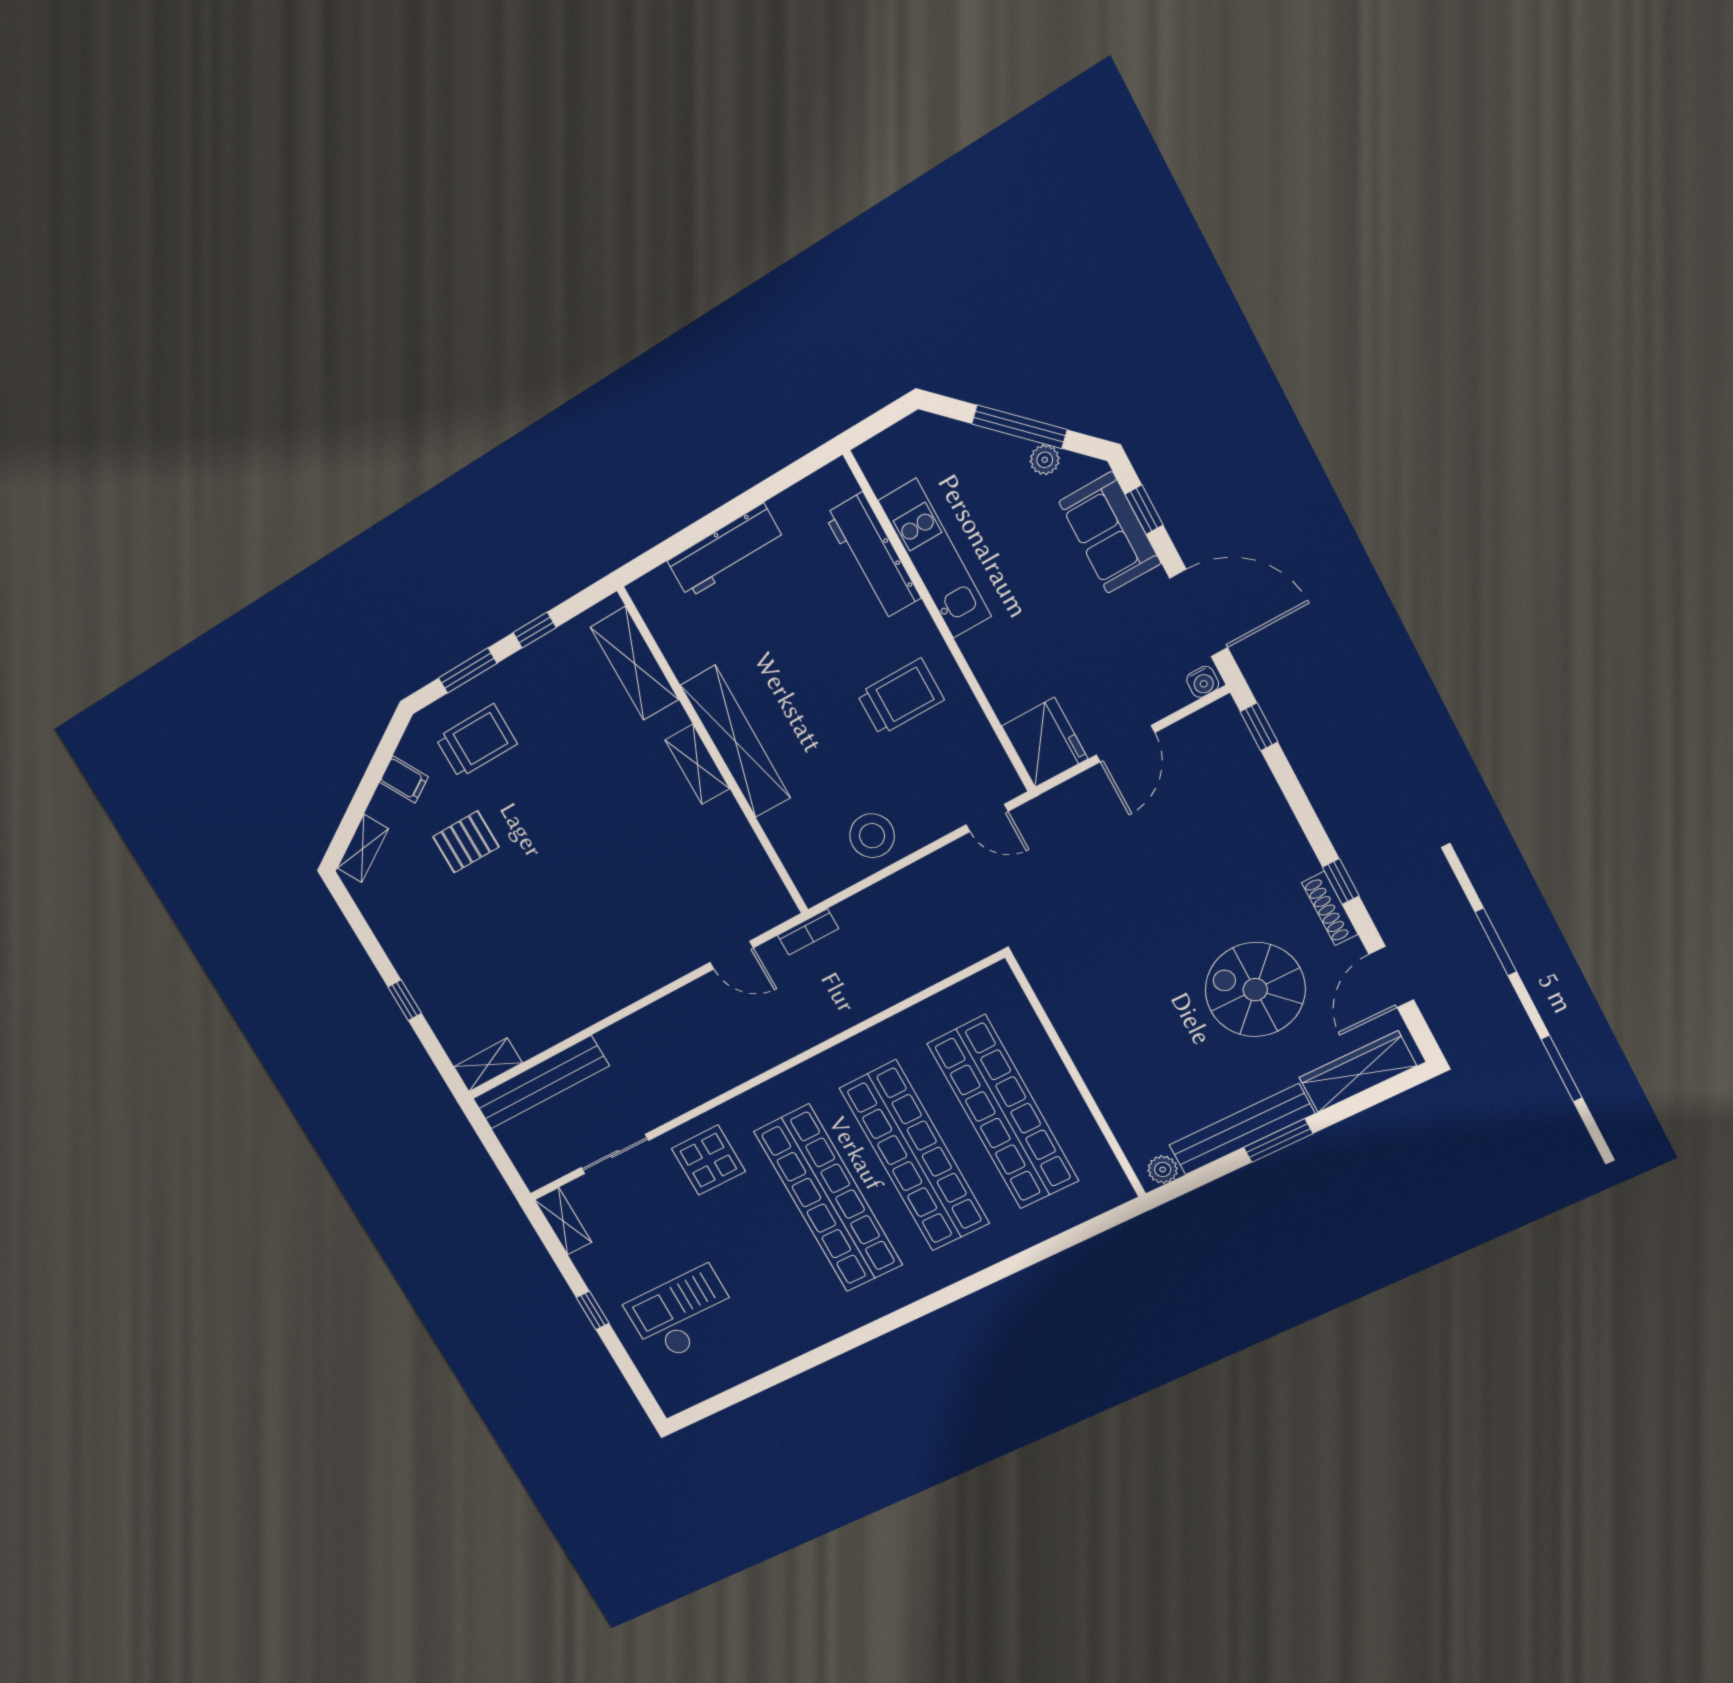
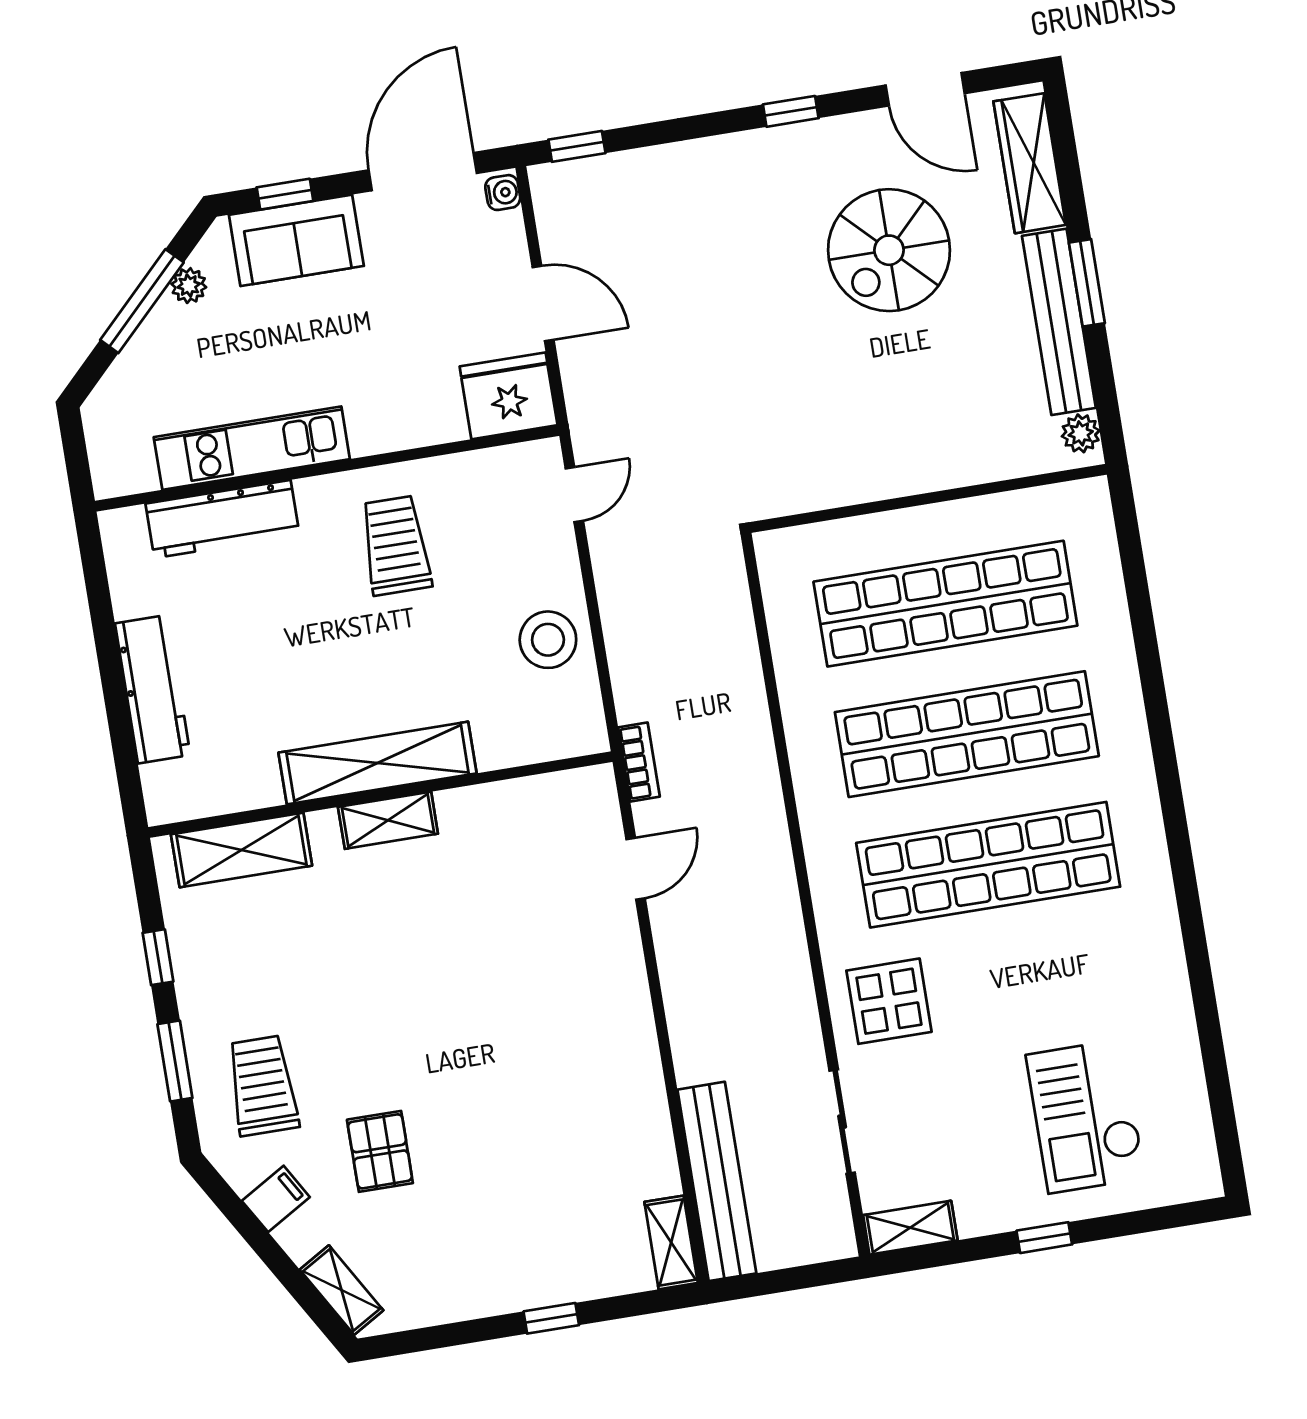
shoe rack: (1330, 908) -> (819, 134), removed

